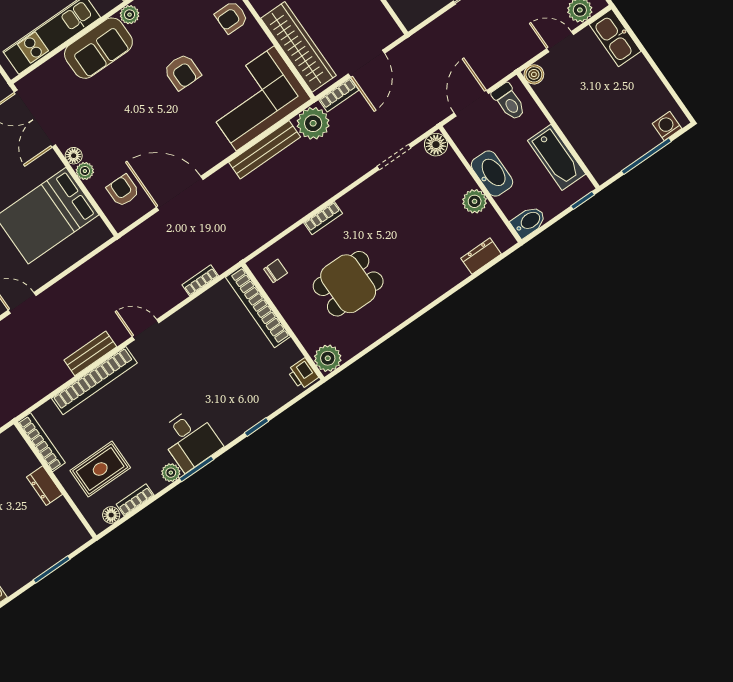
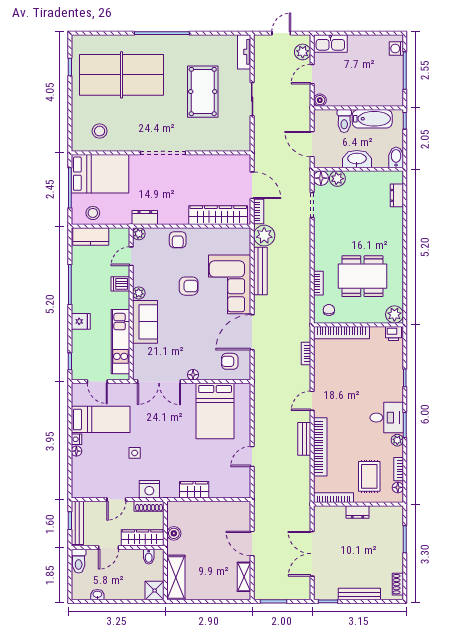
corner sofa: (255, 98) -> (230, 284), moved
toilet: (509, 102) -> (344, 121), moved, turned 90
plant: (85, 171) -> (205, 374), removed
plant: (475, 201) -> (337, 179), moved
bookcase: (323, 218) -> (318, 283), moved
dining table: (348, 284) -> (362, 276), width x1.38

